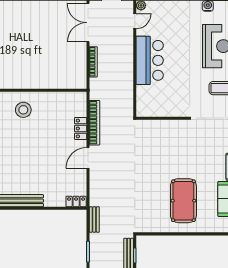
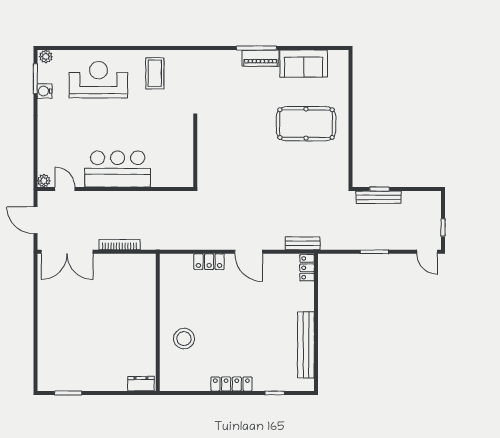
bookcase: (94, 123) -> (201, 243), removed
bench: (94, 219) -> (303, 243), moved

